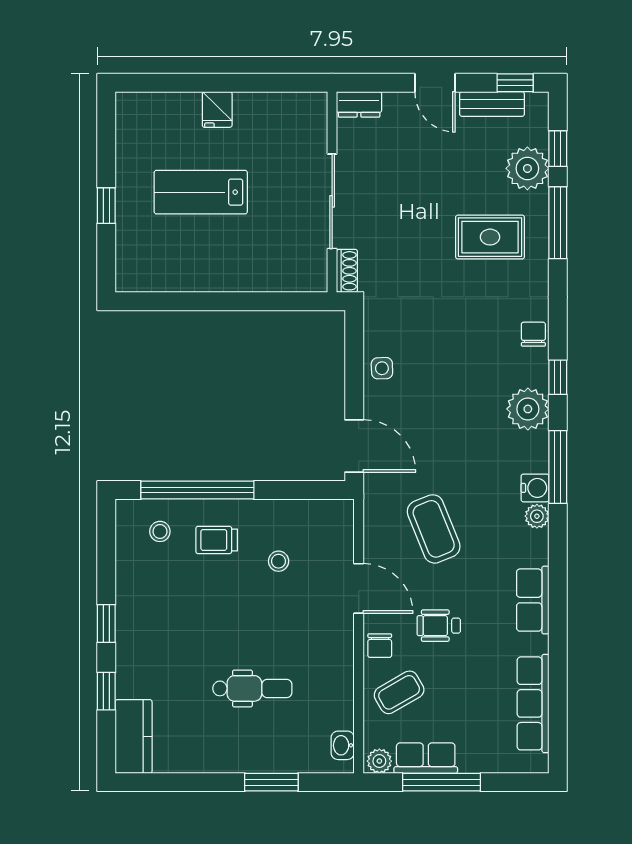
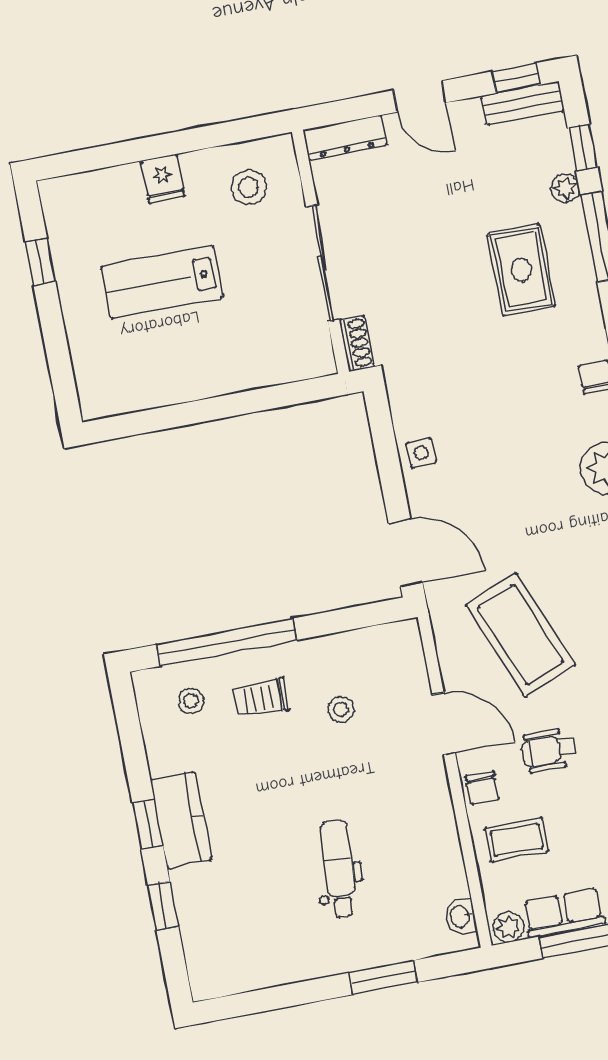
dresser: (359, 104) -> (345, 138), width x1.44
bench: (492, 104) -> (523, 103), moved
stool: (284, 129) -> (248, 187), added
plant: (527, 168) -> (565, 188), width x0.53, depth x0.53
window: (106, 206) -> (40, 262), moved
rug: (490, 237) -> (521, 270), turned 90
coffee table: (434, 529) -> (521, 635), width x1.36, depth x1.32
dental chair: (252, 688) -> (339, 869), turned -86
coffee table: (399, 692) -> (516, 840), turned 30
kitchen counter: (134, 736) -> (181, 820), moved

